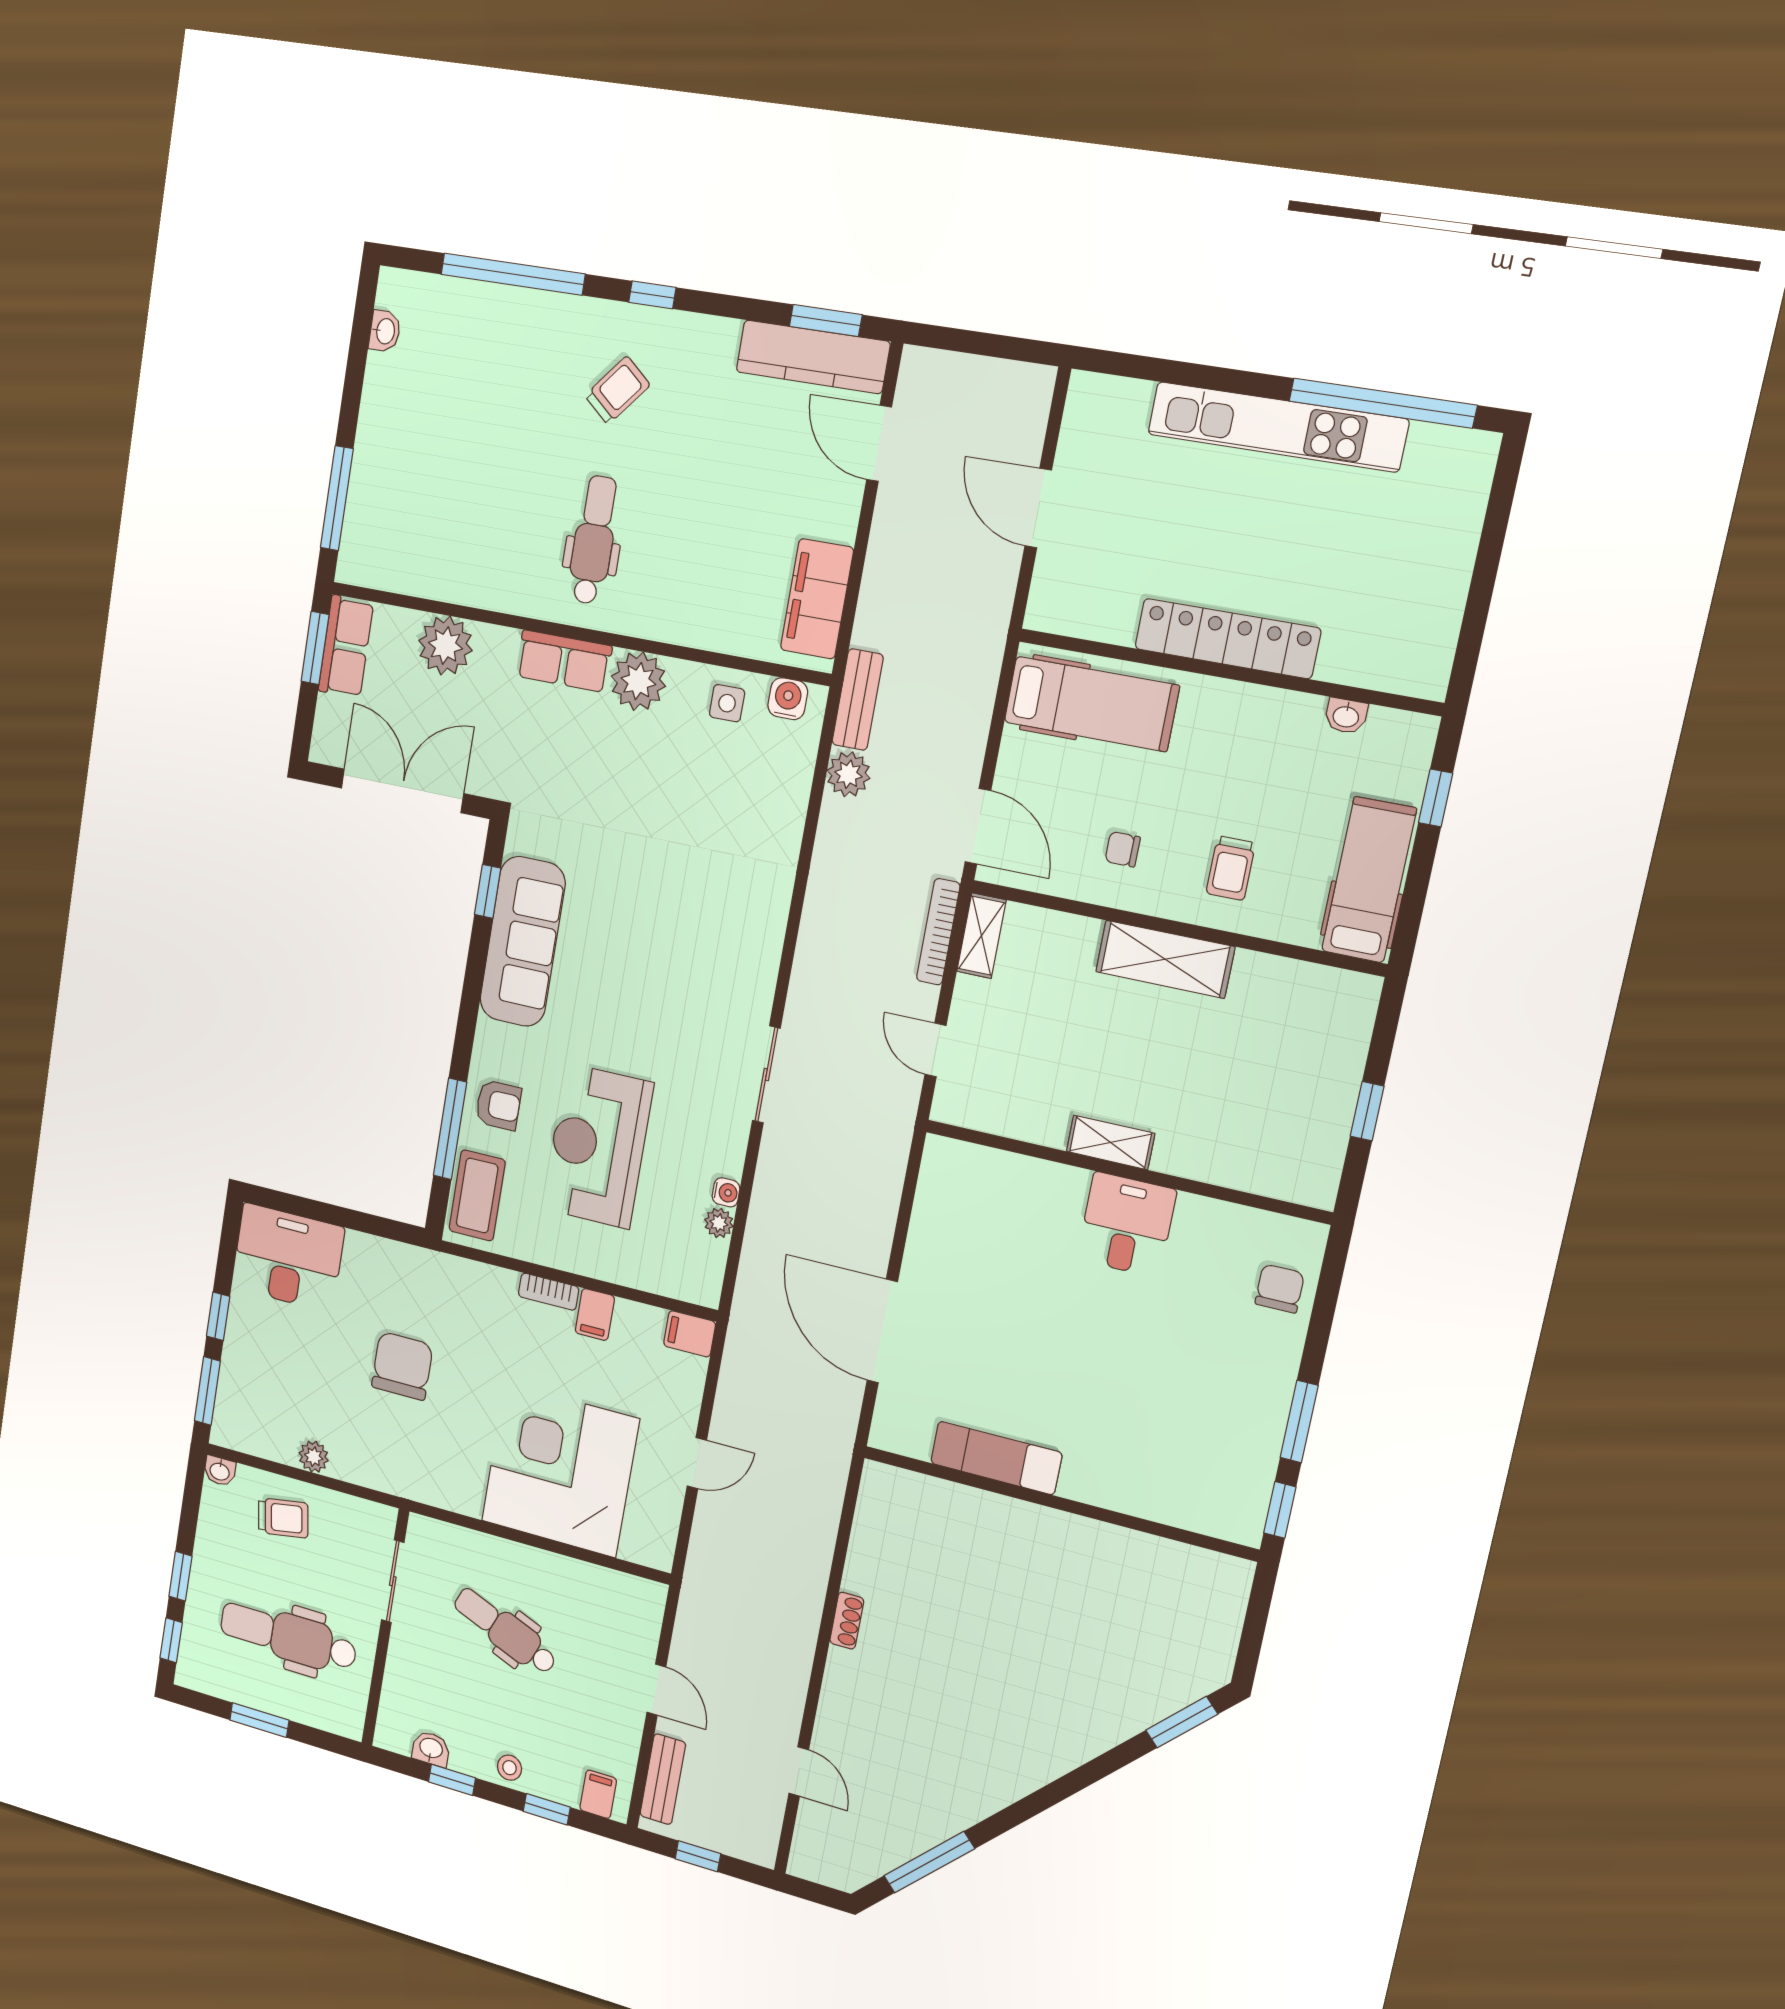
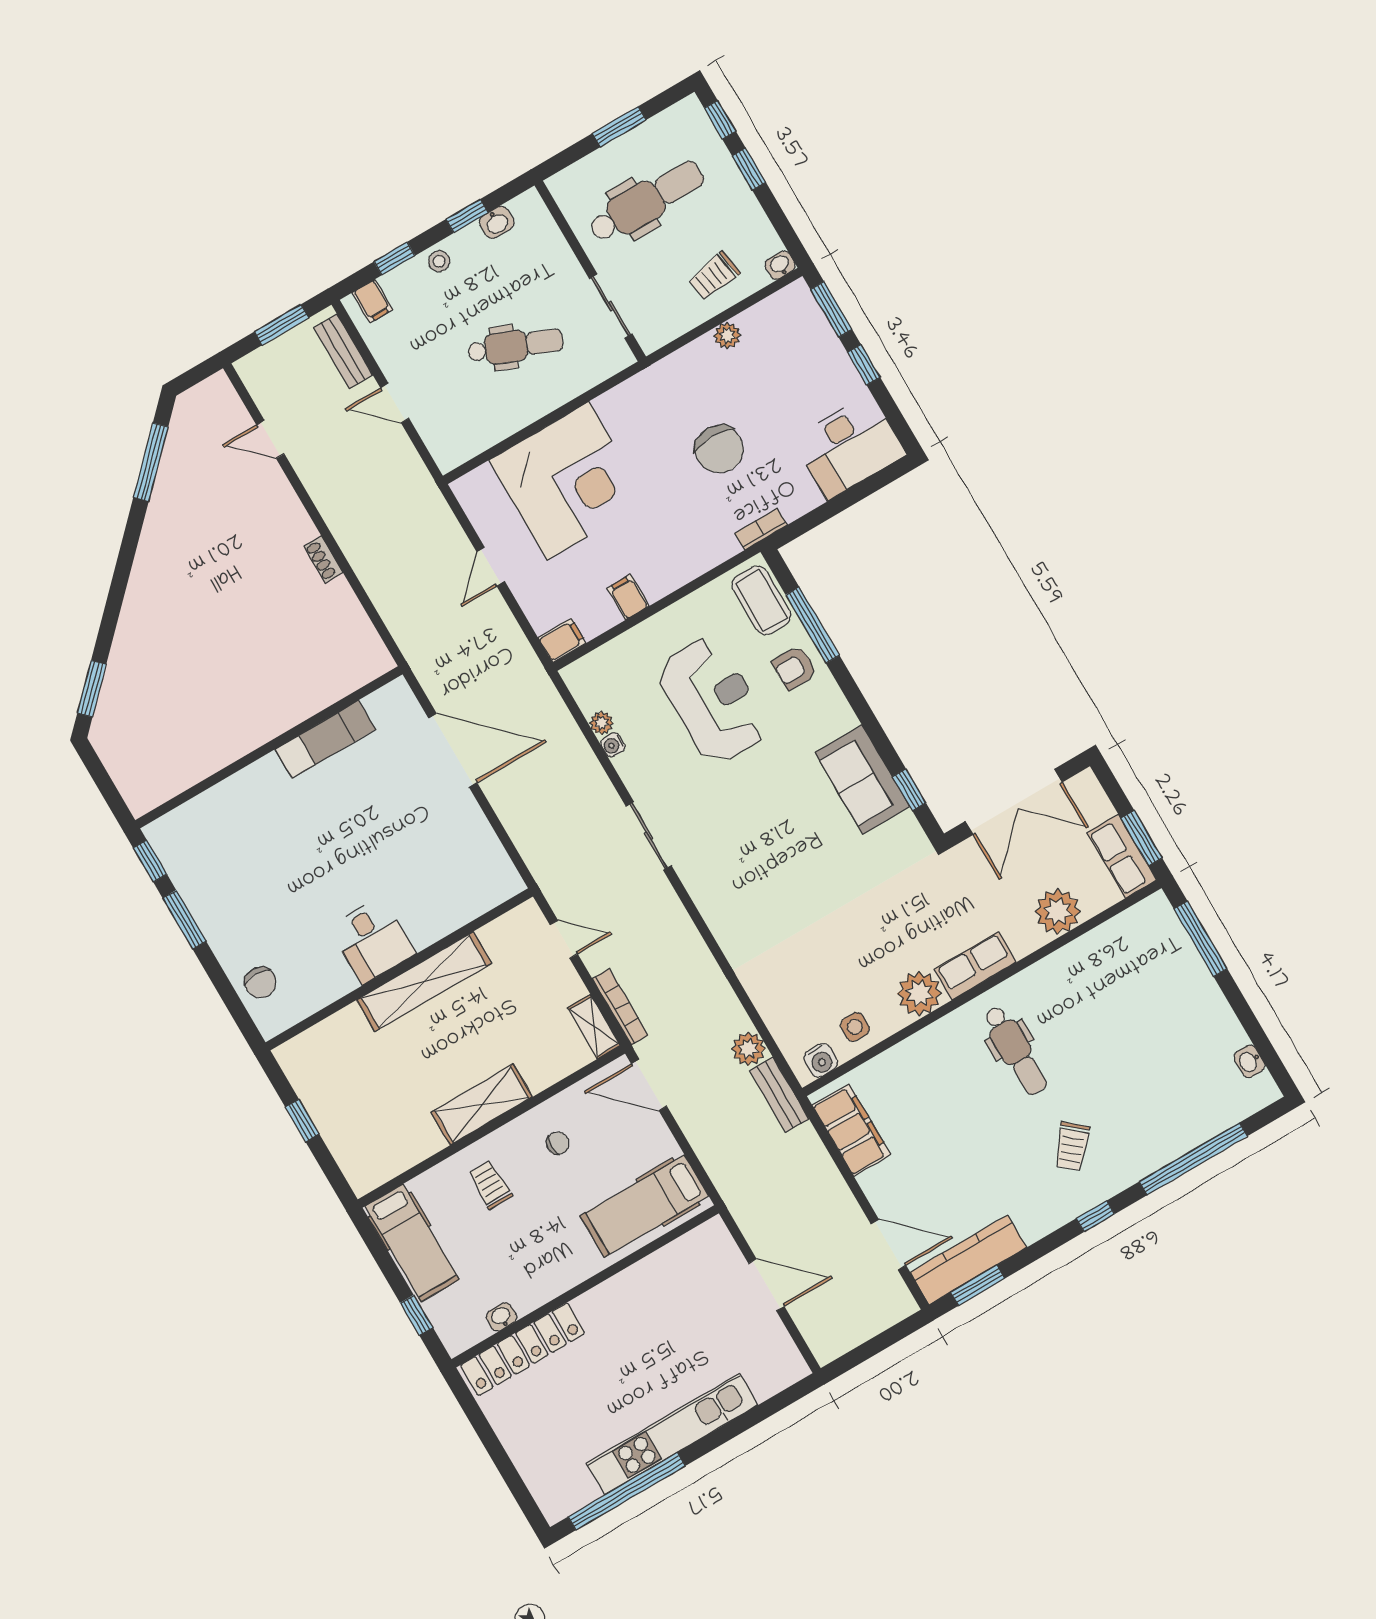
locker: (1227, 638) -> (523, 1349), moved
sofa: (523, 942) -> (862, 780), width x0.73
shelving: (1111, 1142) -> (424, 982), width x2.20, depth x1.33
bookcase: (549, 1292) -> (761, 529), moved
window: (698, 1856) -> (282, 325), width x1.50

